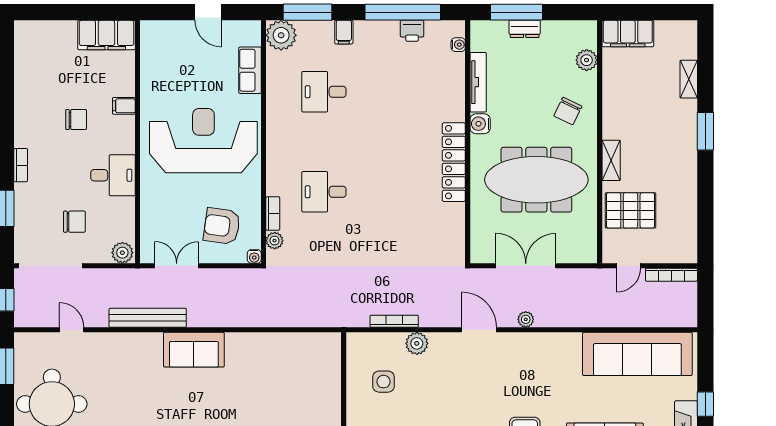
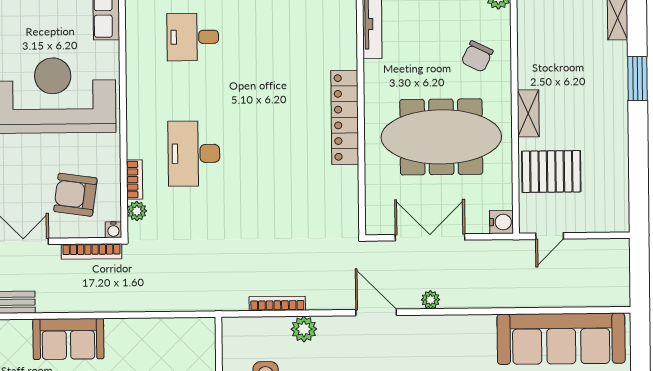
water cooler: (480, 124) -> (501, 222), moved, turned 180
desk: (324, 192) -> (194, 154), width x1.37
bookcase: (671, 275) -> (92, 251), moved
sofa: (194, 350) -> (68, 339), moved

